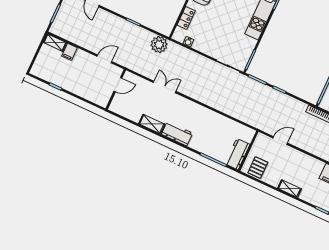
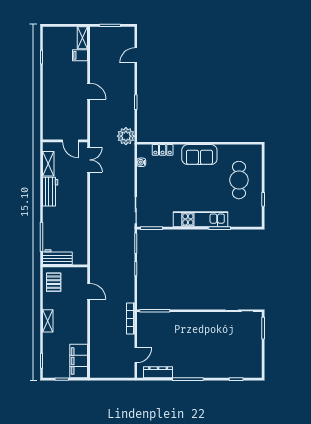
door: (118, 85) -> (70, 141), moved
wall: (116, 89) -> (65, 141), moved
pallet: (258, 168) -> (54, 282), turned 90

